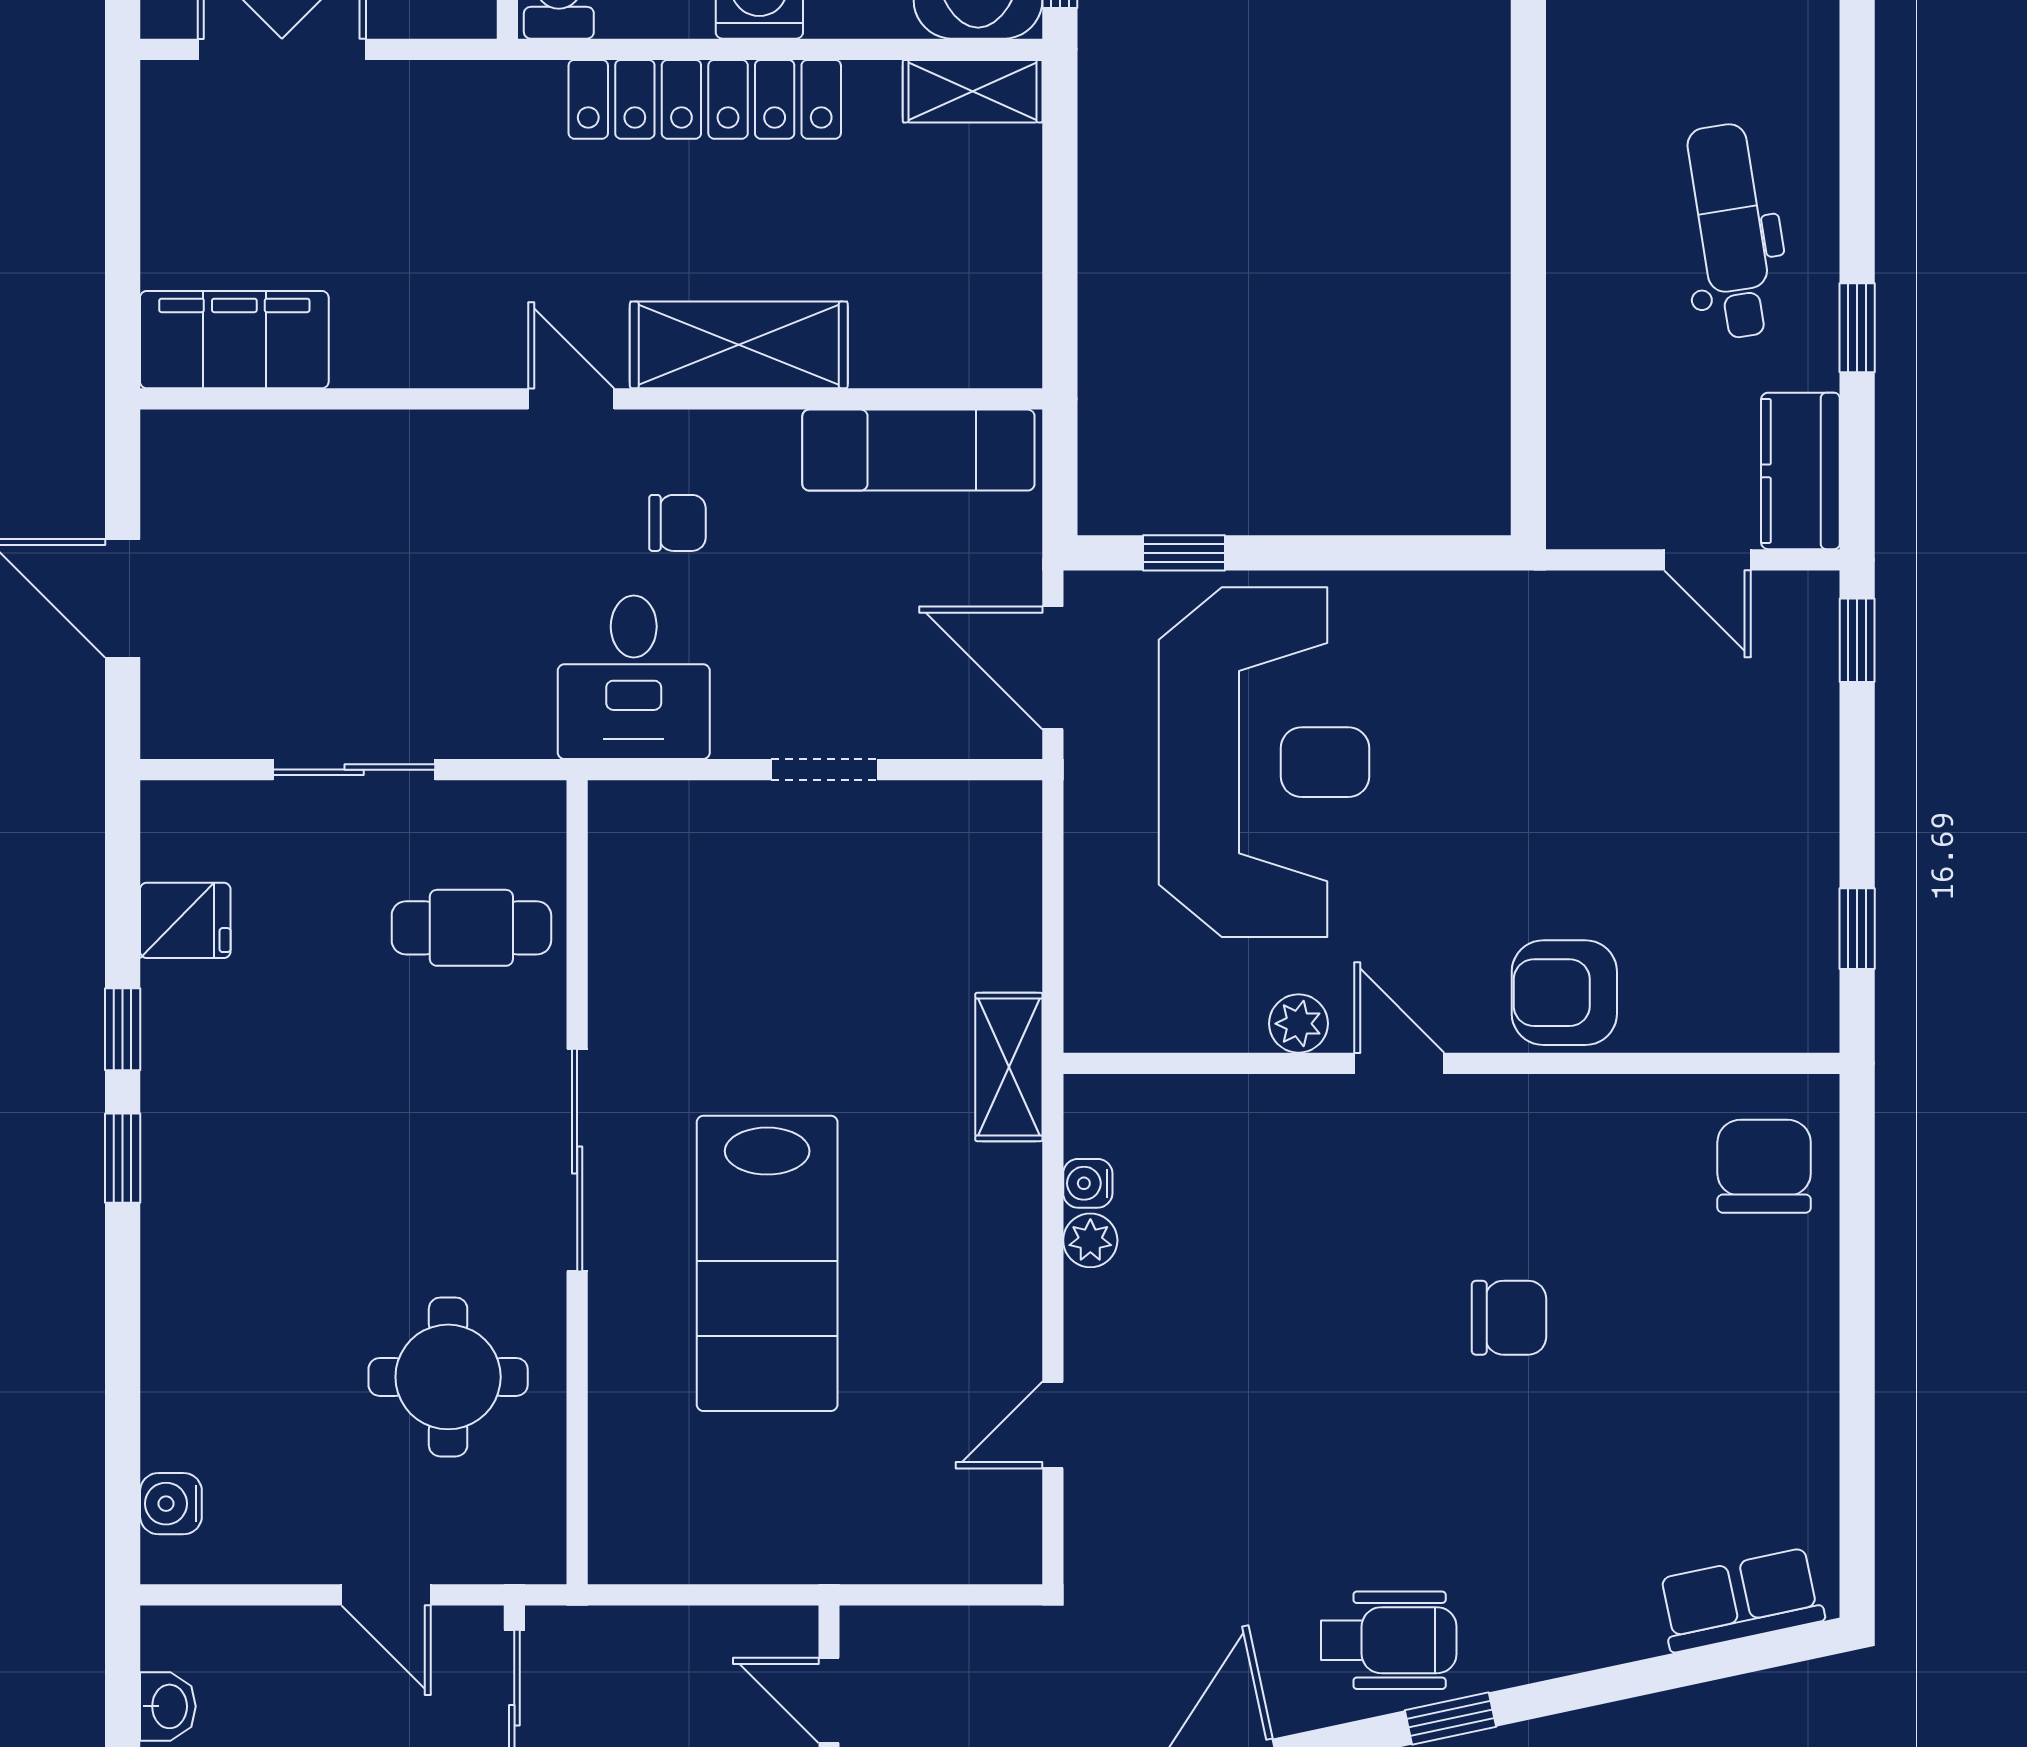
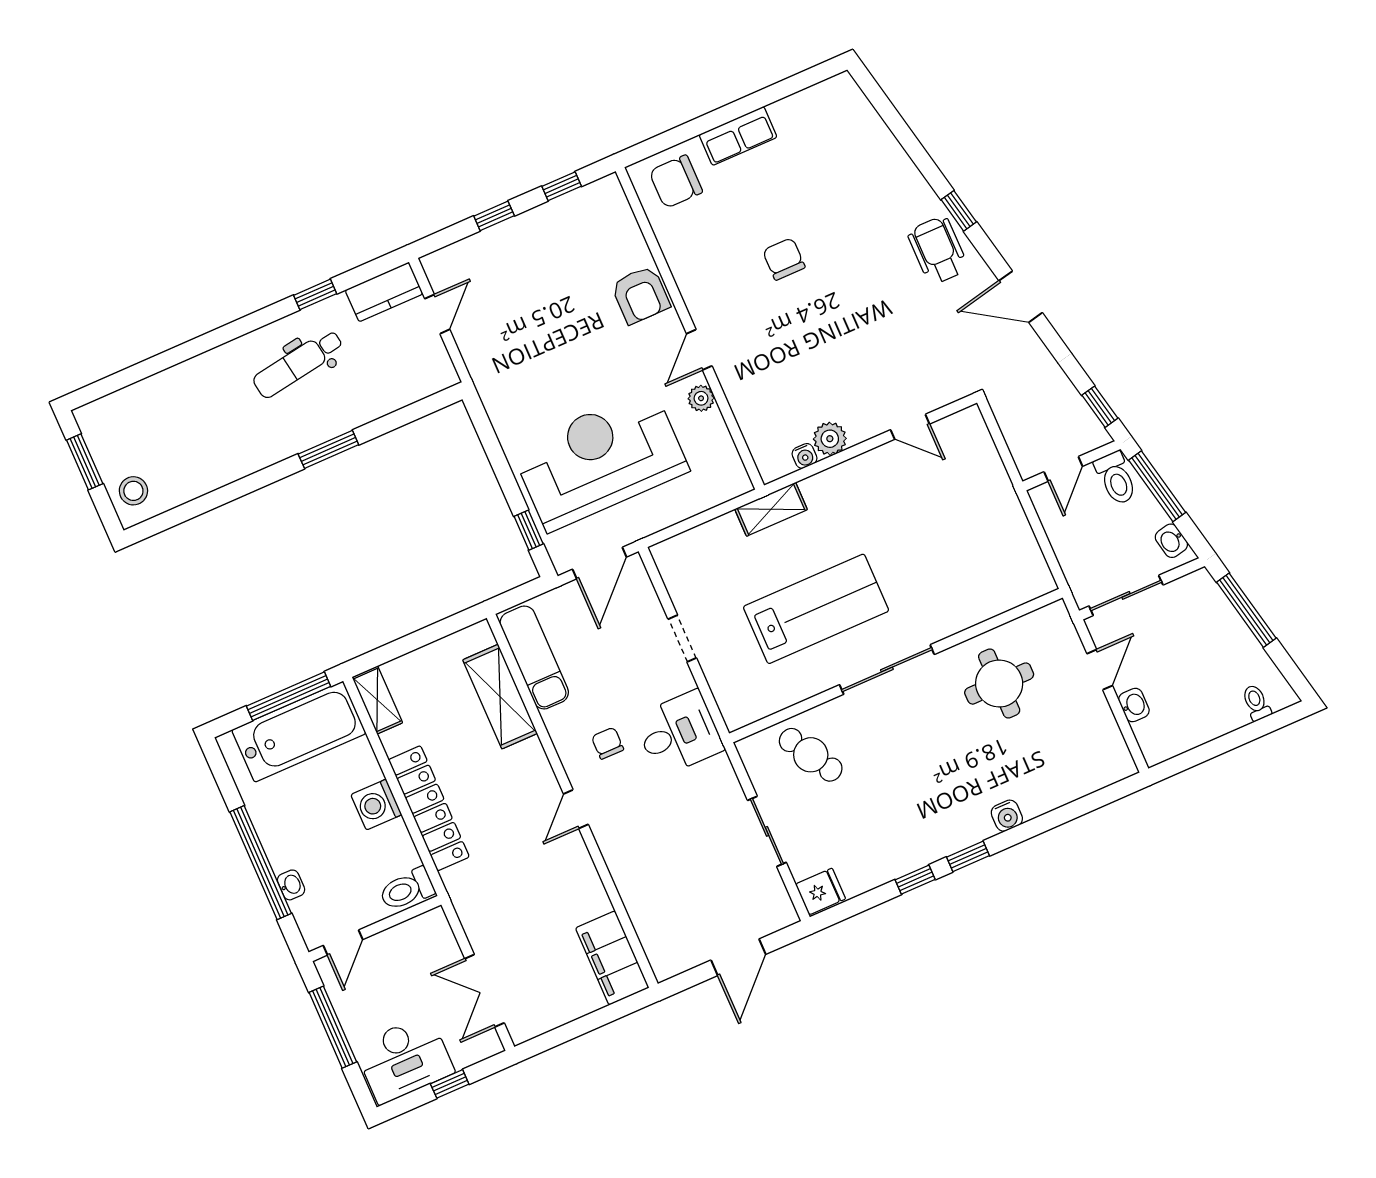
window: (1528, 216) -> (328, 449), added
shelving: (739, 345) -> (500, 697), moved
window: (1857, 640) -> (494, 216), moved
fridge: (185, 920) -> (821, 892), moved, turned 90
cafe table: (471, 928) -> (811, 755), turned -30
plant: (1090, 1240) -> (830, 439), width x1.38, depth x1.38
lab bench: (767, 1263) -> (816, 609), moved
water cooler: (171, 1504) -> (1007, 816), moved
row of seats: (1740, 1600) -> (738, 136), moved, turned -78
washbasin: (168, 1706) -> (1134, 705), moved, turned 90

